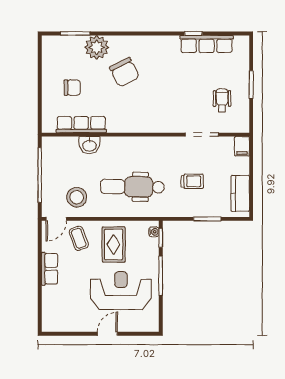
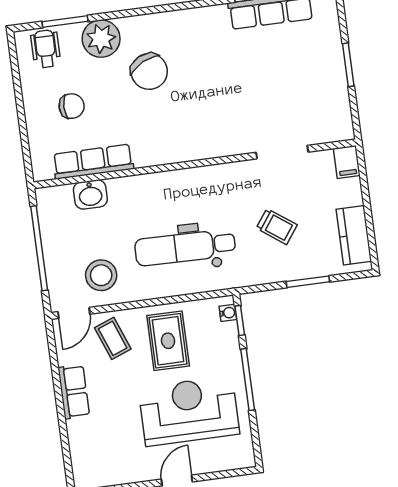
wheelchair: (222, 100) -> (46, 49), moved
washbasin: (89, 145) -> (90, 194), moved
trolley: (192, 181) -> (277, 227), turned 36

